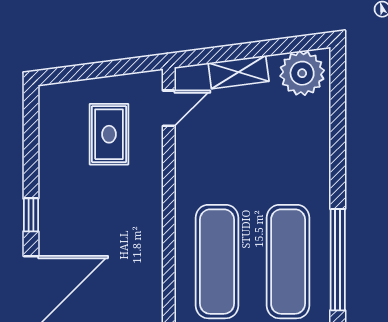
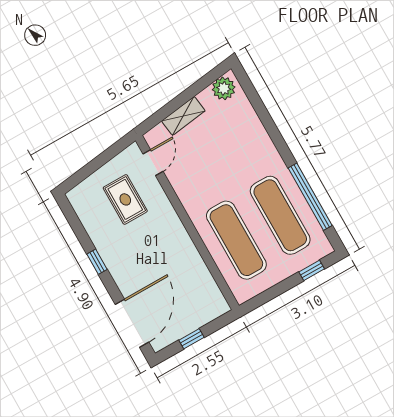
plant: (302, 73) -> (224, 88), width x0.73, depth x0.73
window: (31, 215) -> (97, 262), moved

